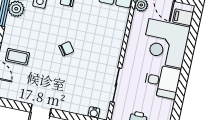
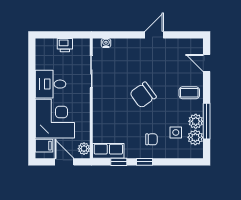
chair: (66, 49) -> (143, 95), width x1.87, depth x1.87
coffee table: (17, 57) -> (189, 93), moved

